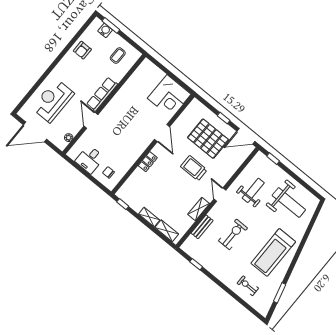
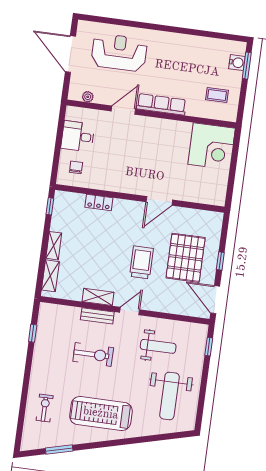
armchair: (82, 50) -> (198, 50), removed
corner desk: (169, 96) -> (212, 146), moved, turned -90
locker: (148, 162) -> (99, 202), moved
bench: (202, 227) -> (97, 316), moved

